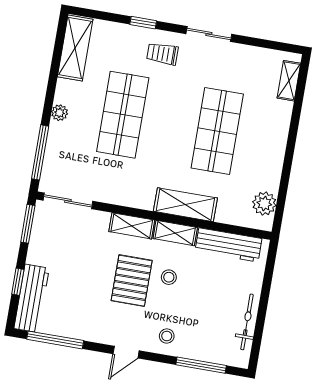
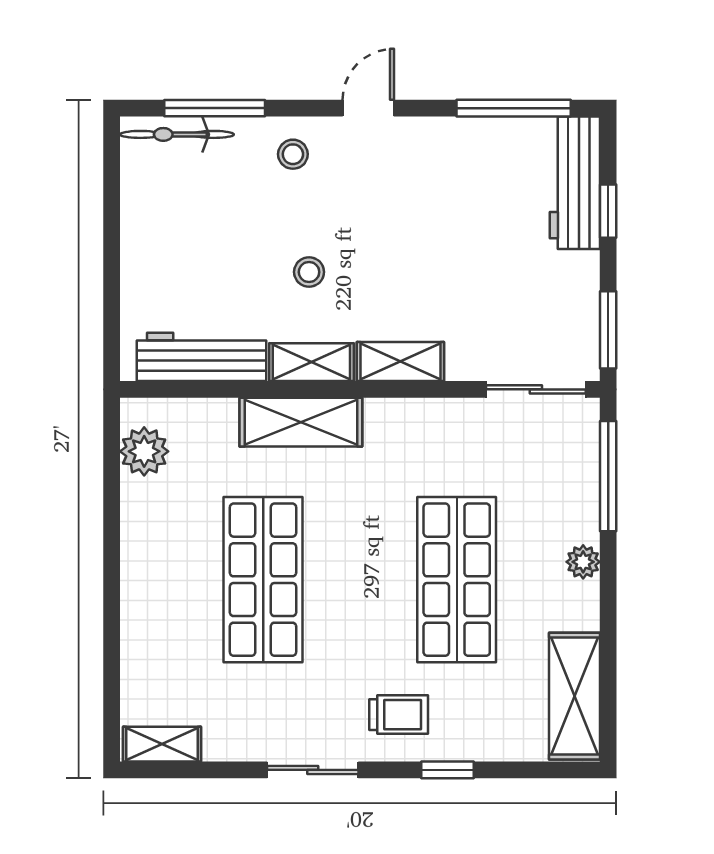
shelving: (289, 81) -> (162, 744), moved, turned 90
pallet: (132, 281) -> (382, 253), removed
bicycle: (247, 322) -> (177, 134), moved, turned 90

